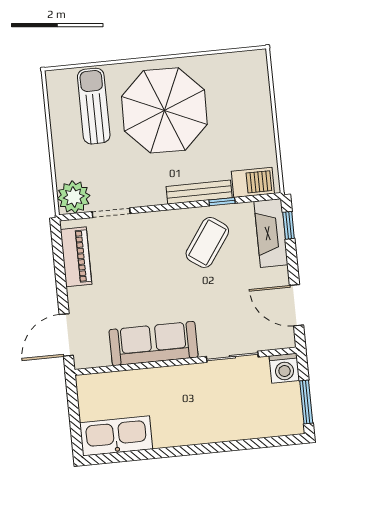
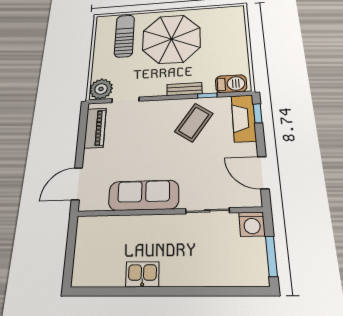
bench: (199, 192) -> (184, 89), width x0.73
kitchen sink: (116, 436) -> (142, 274), moved, width x0.53, depth x0.81

